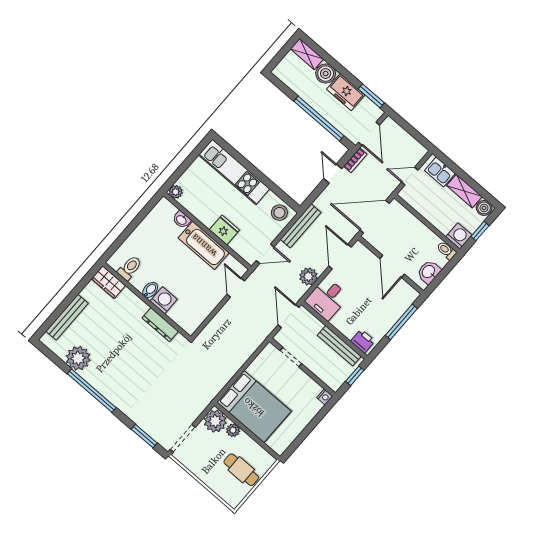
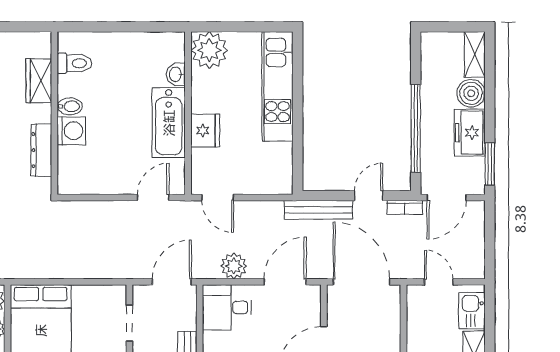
plant: (176, 192) -> (209, 50), width x1.87, depth x1.87
stool: (279, 213) -> (276, 174), removed
bench: (301, 226) -> (318, 210), moved
wardrobe: (108, 282) -> (39, 81), moved

